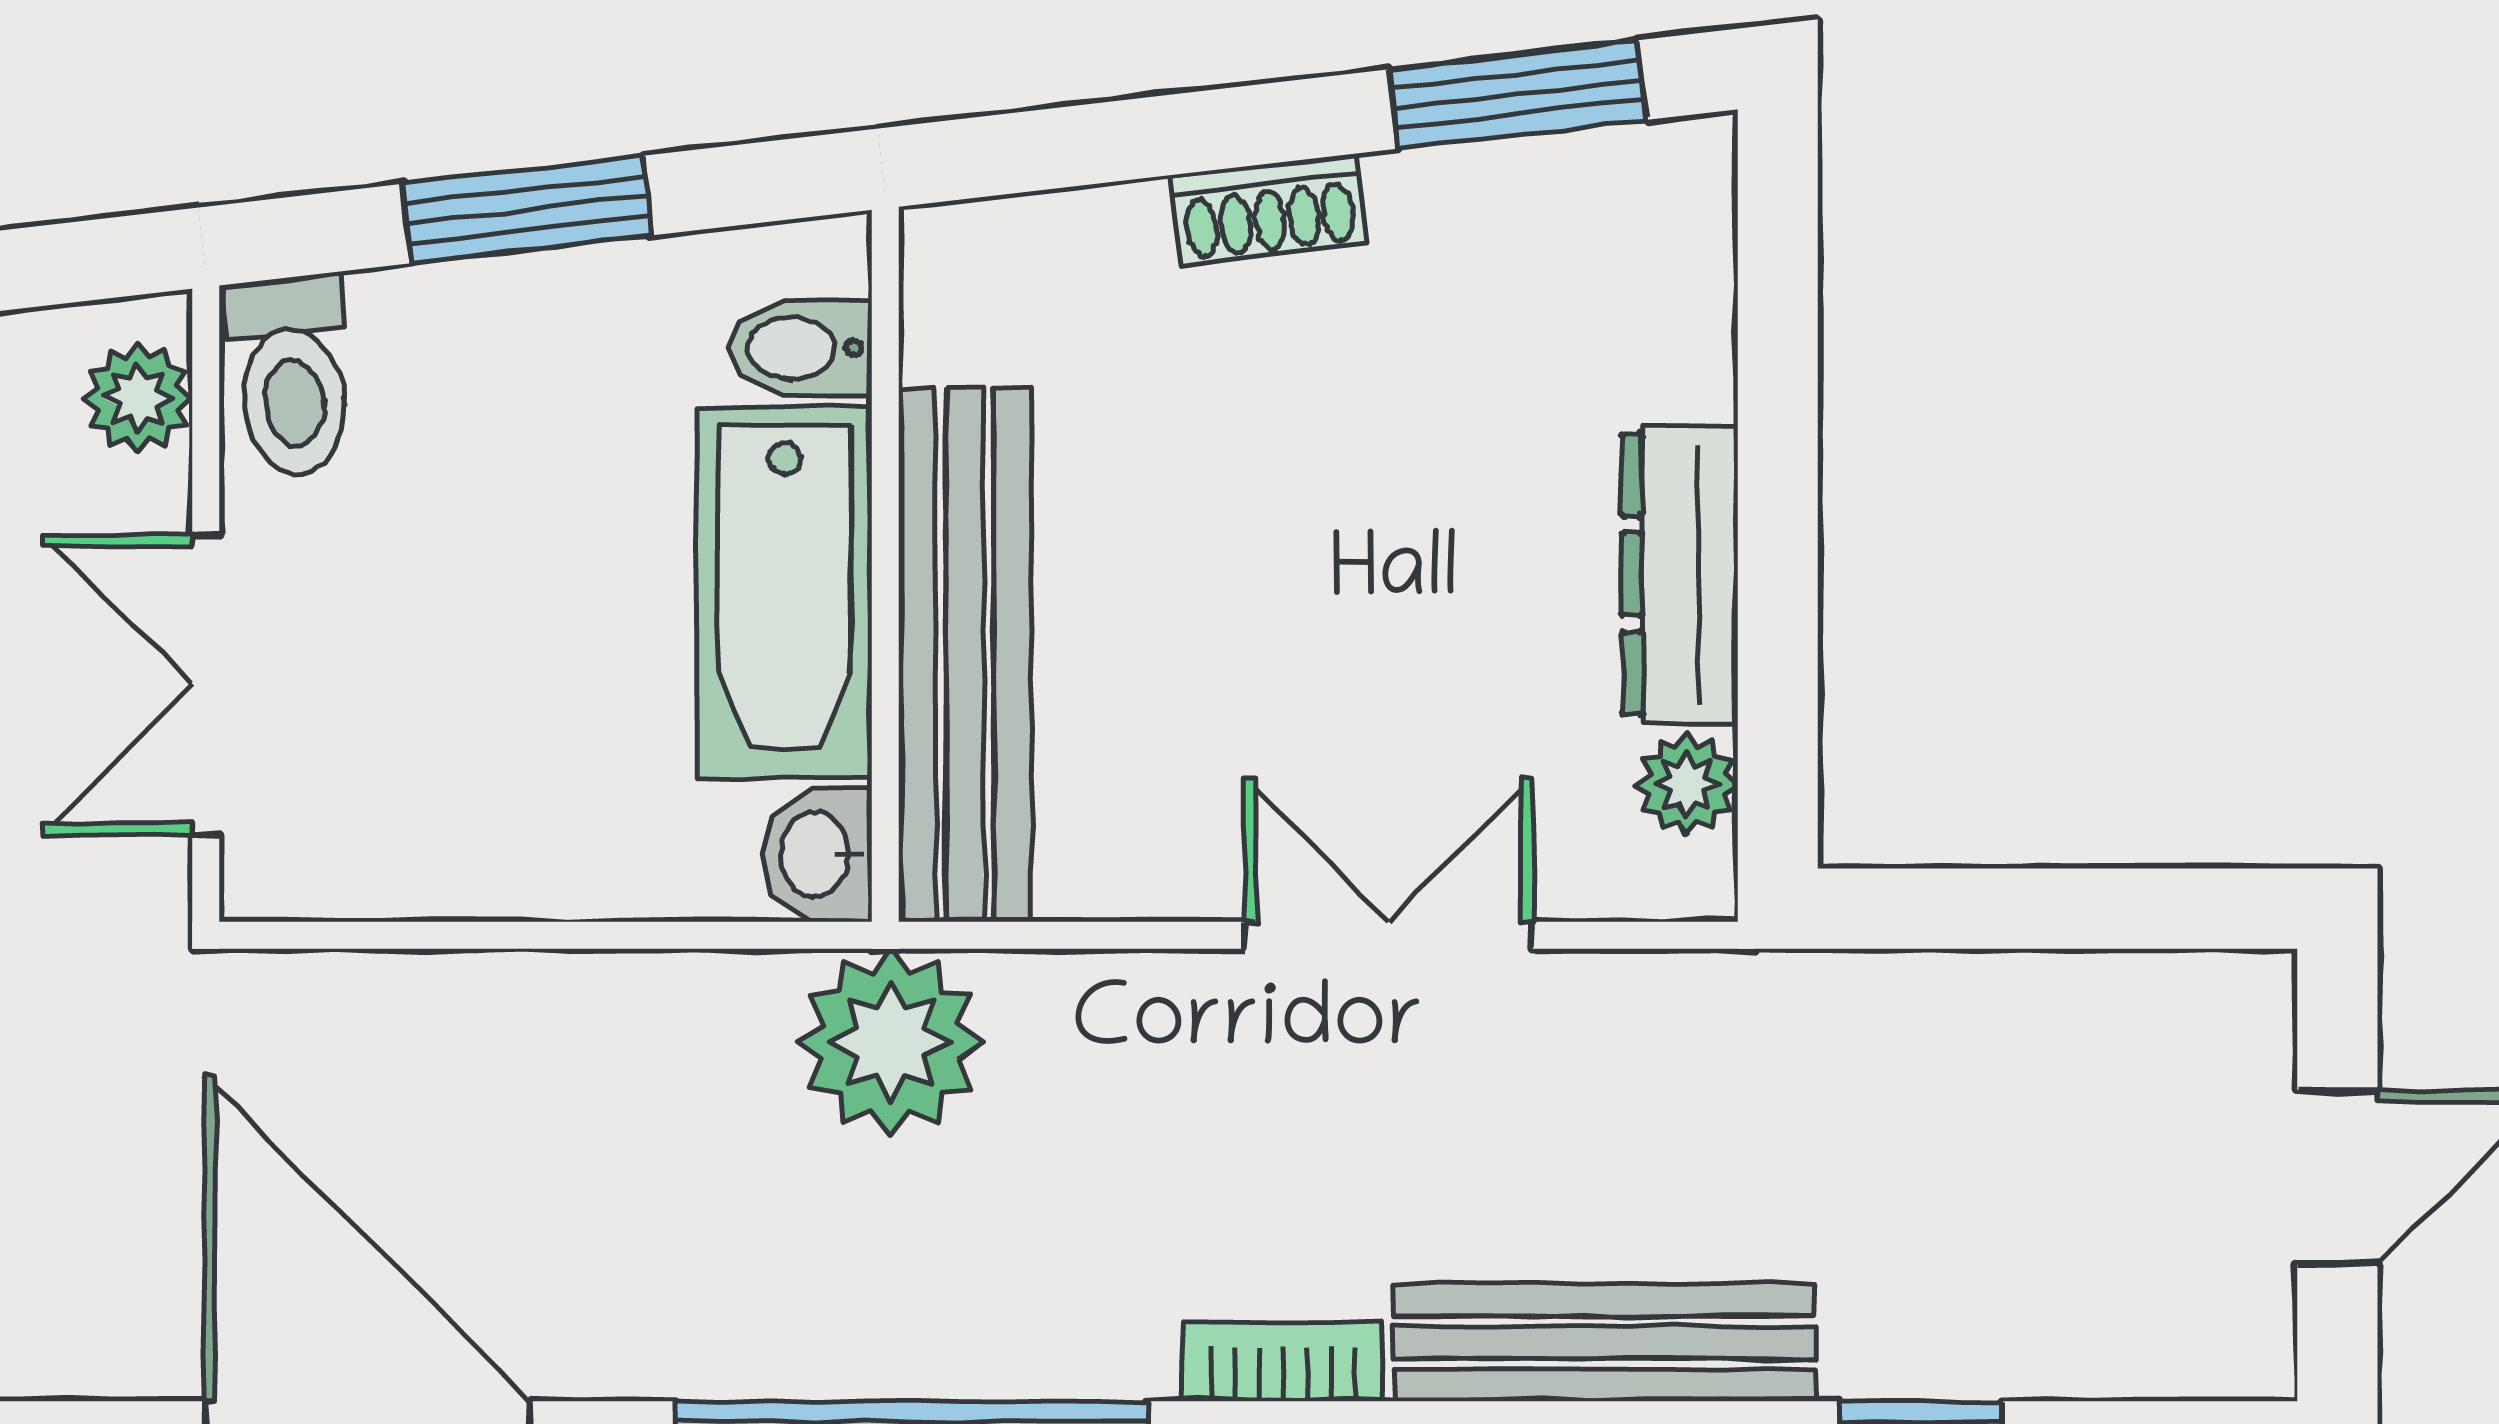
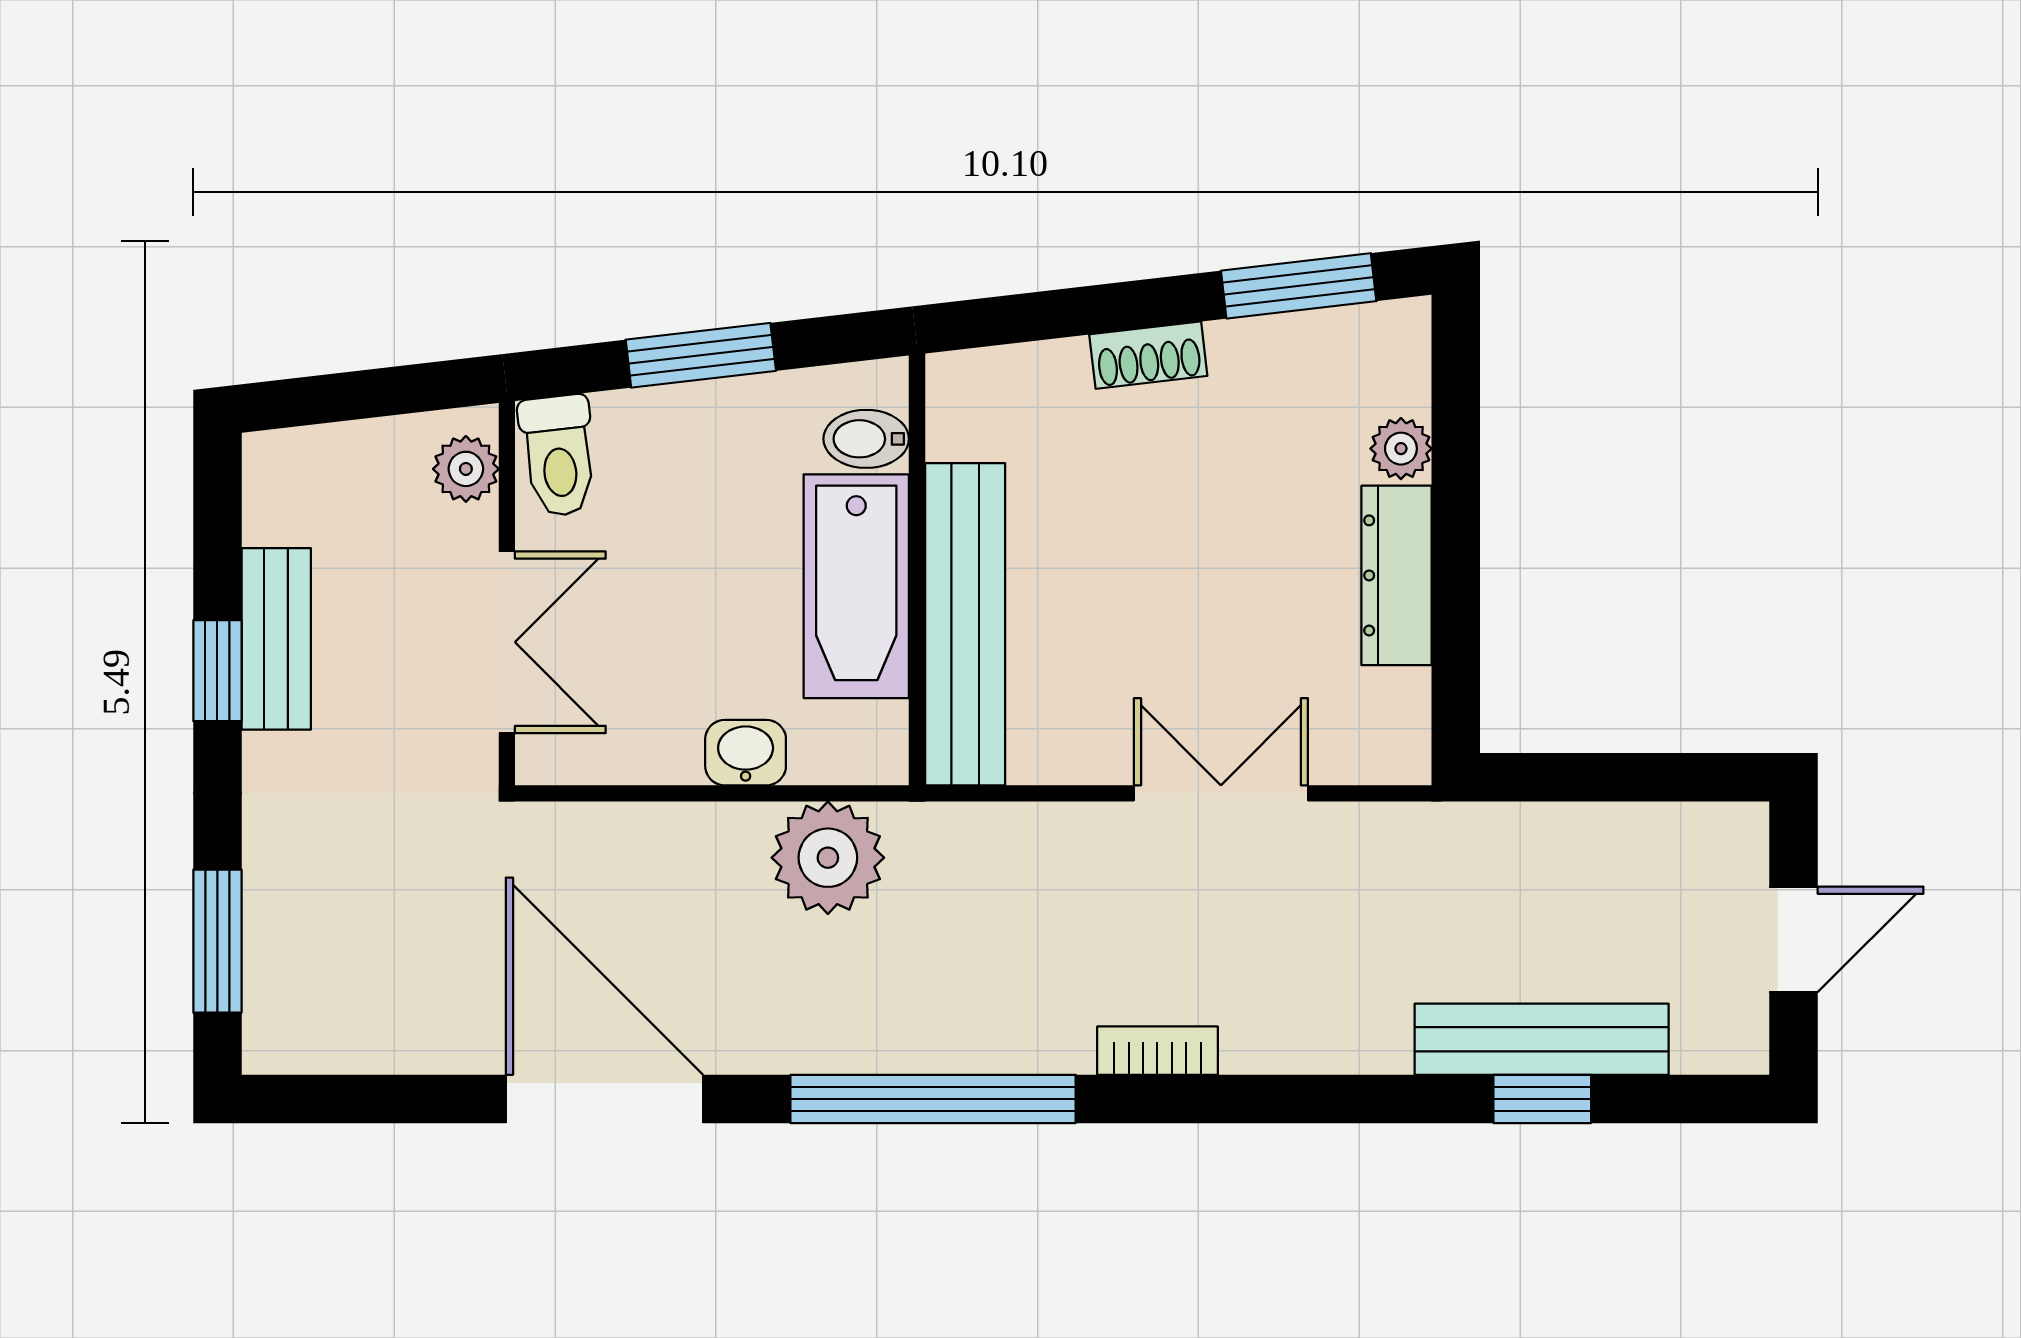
double door: (206, 685) -> (507, 642), swing flipped
plant: (1687, 784) -> (1401, 449), moved
washbasin: (818, 855) -> (746, 753), moved, turned 90
plant: (891, 1042) -> (828, 858), moved
bench: (1605, 1343) -> (1542, 1039), moved

